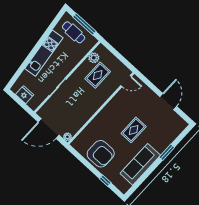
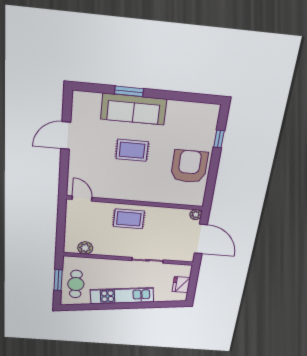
window: (84, 24) -> (58, 280), width x0.69
rug: (98, 75) -> (129, 219), moved
sofa: (140, 164) -> (134, 109), moved

